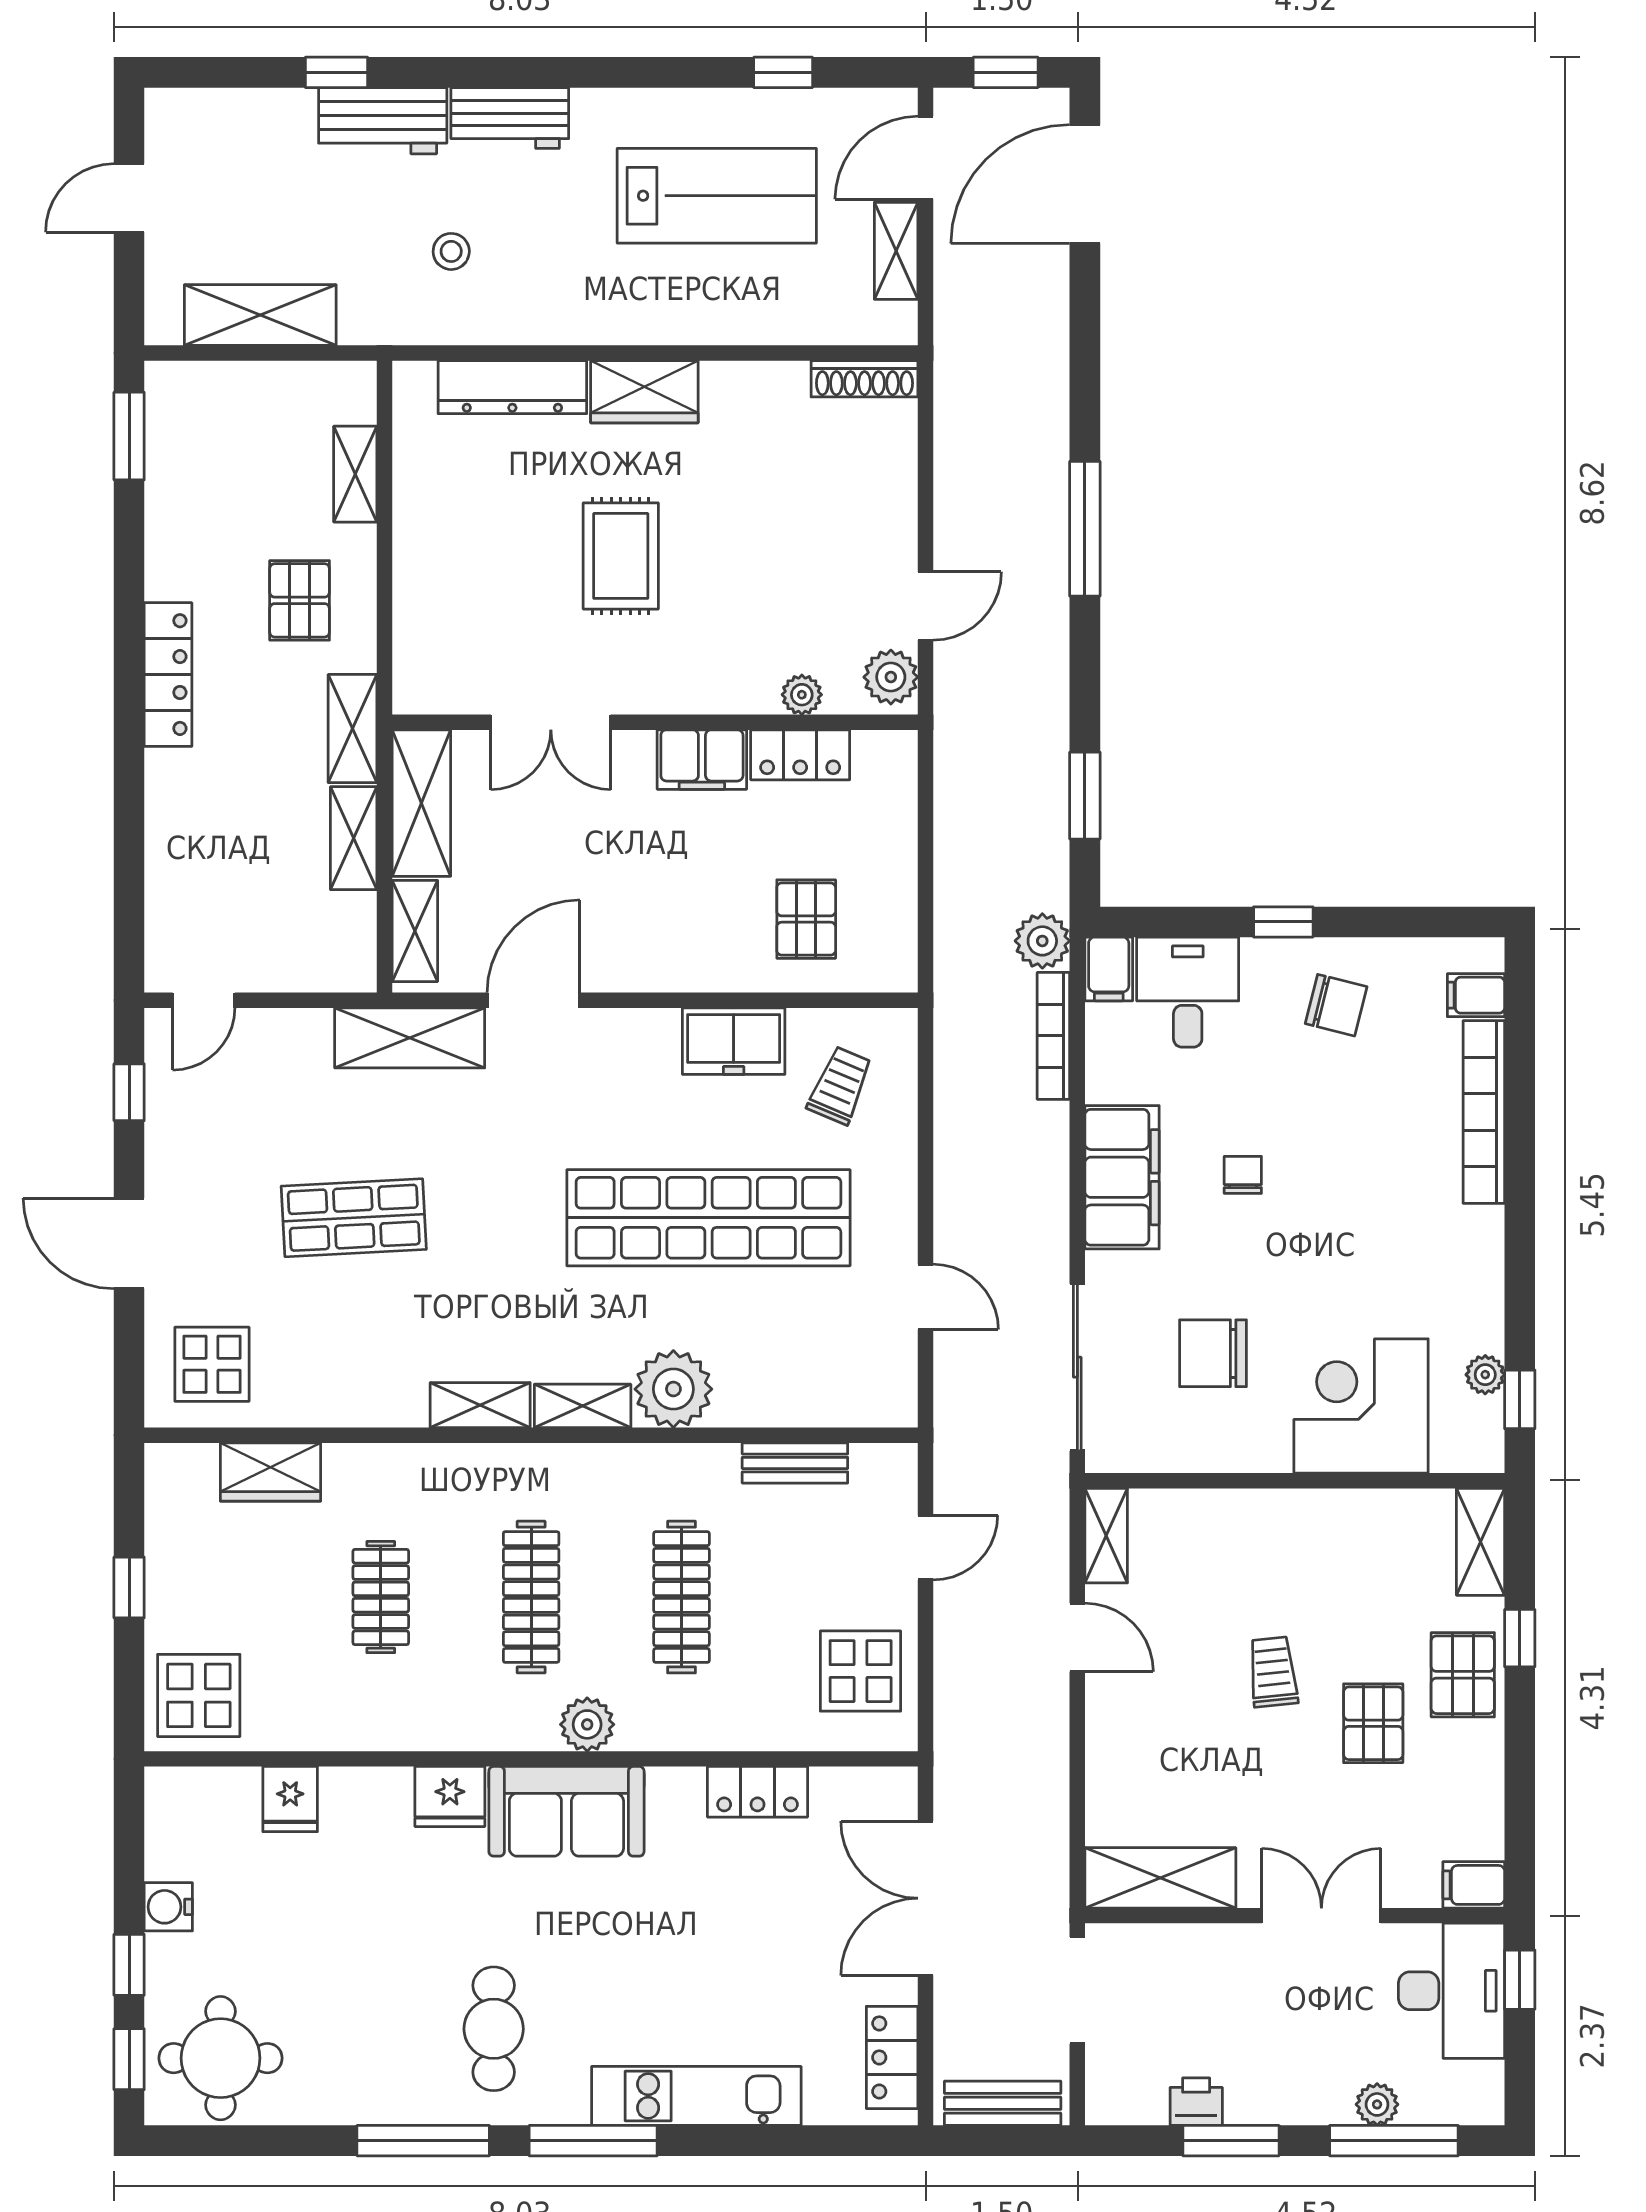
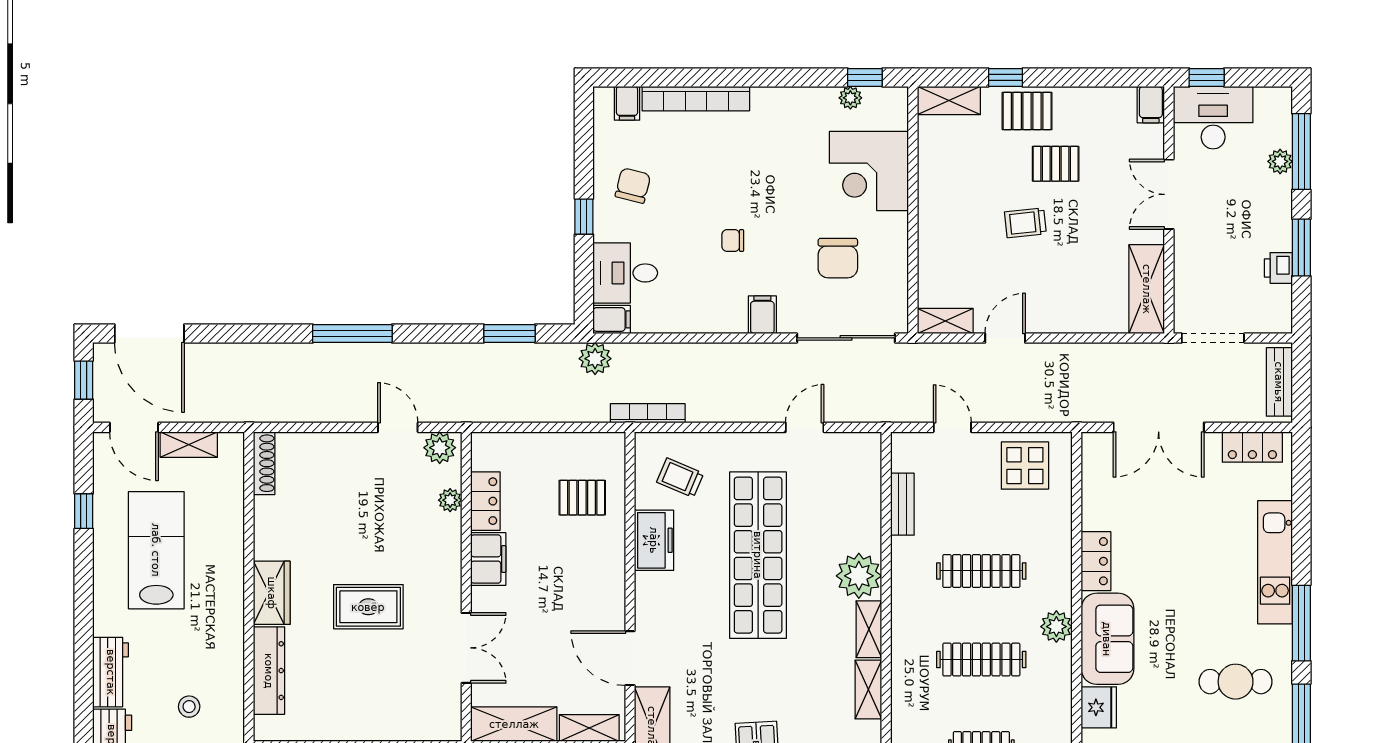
bookcase: (1053, 1036) -> (648, 413), moved, turned 180
filing cabinet: (1122, 1177) -> (762, 315), width x0.33, depth x0.86
locker: (757, 1792) -> (1096, 561), moved

